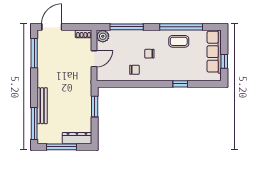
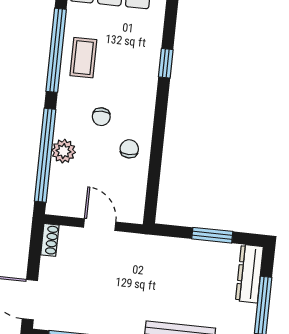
window: (127, 27) -> (45, 155), width x1.46
plant: (103, 36) -> (64, 151), moved
window: (95, 107) -> (212, 235), moved

